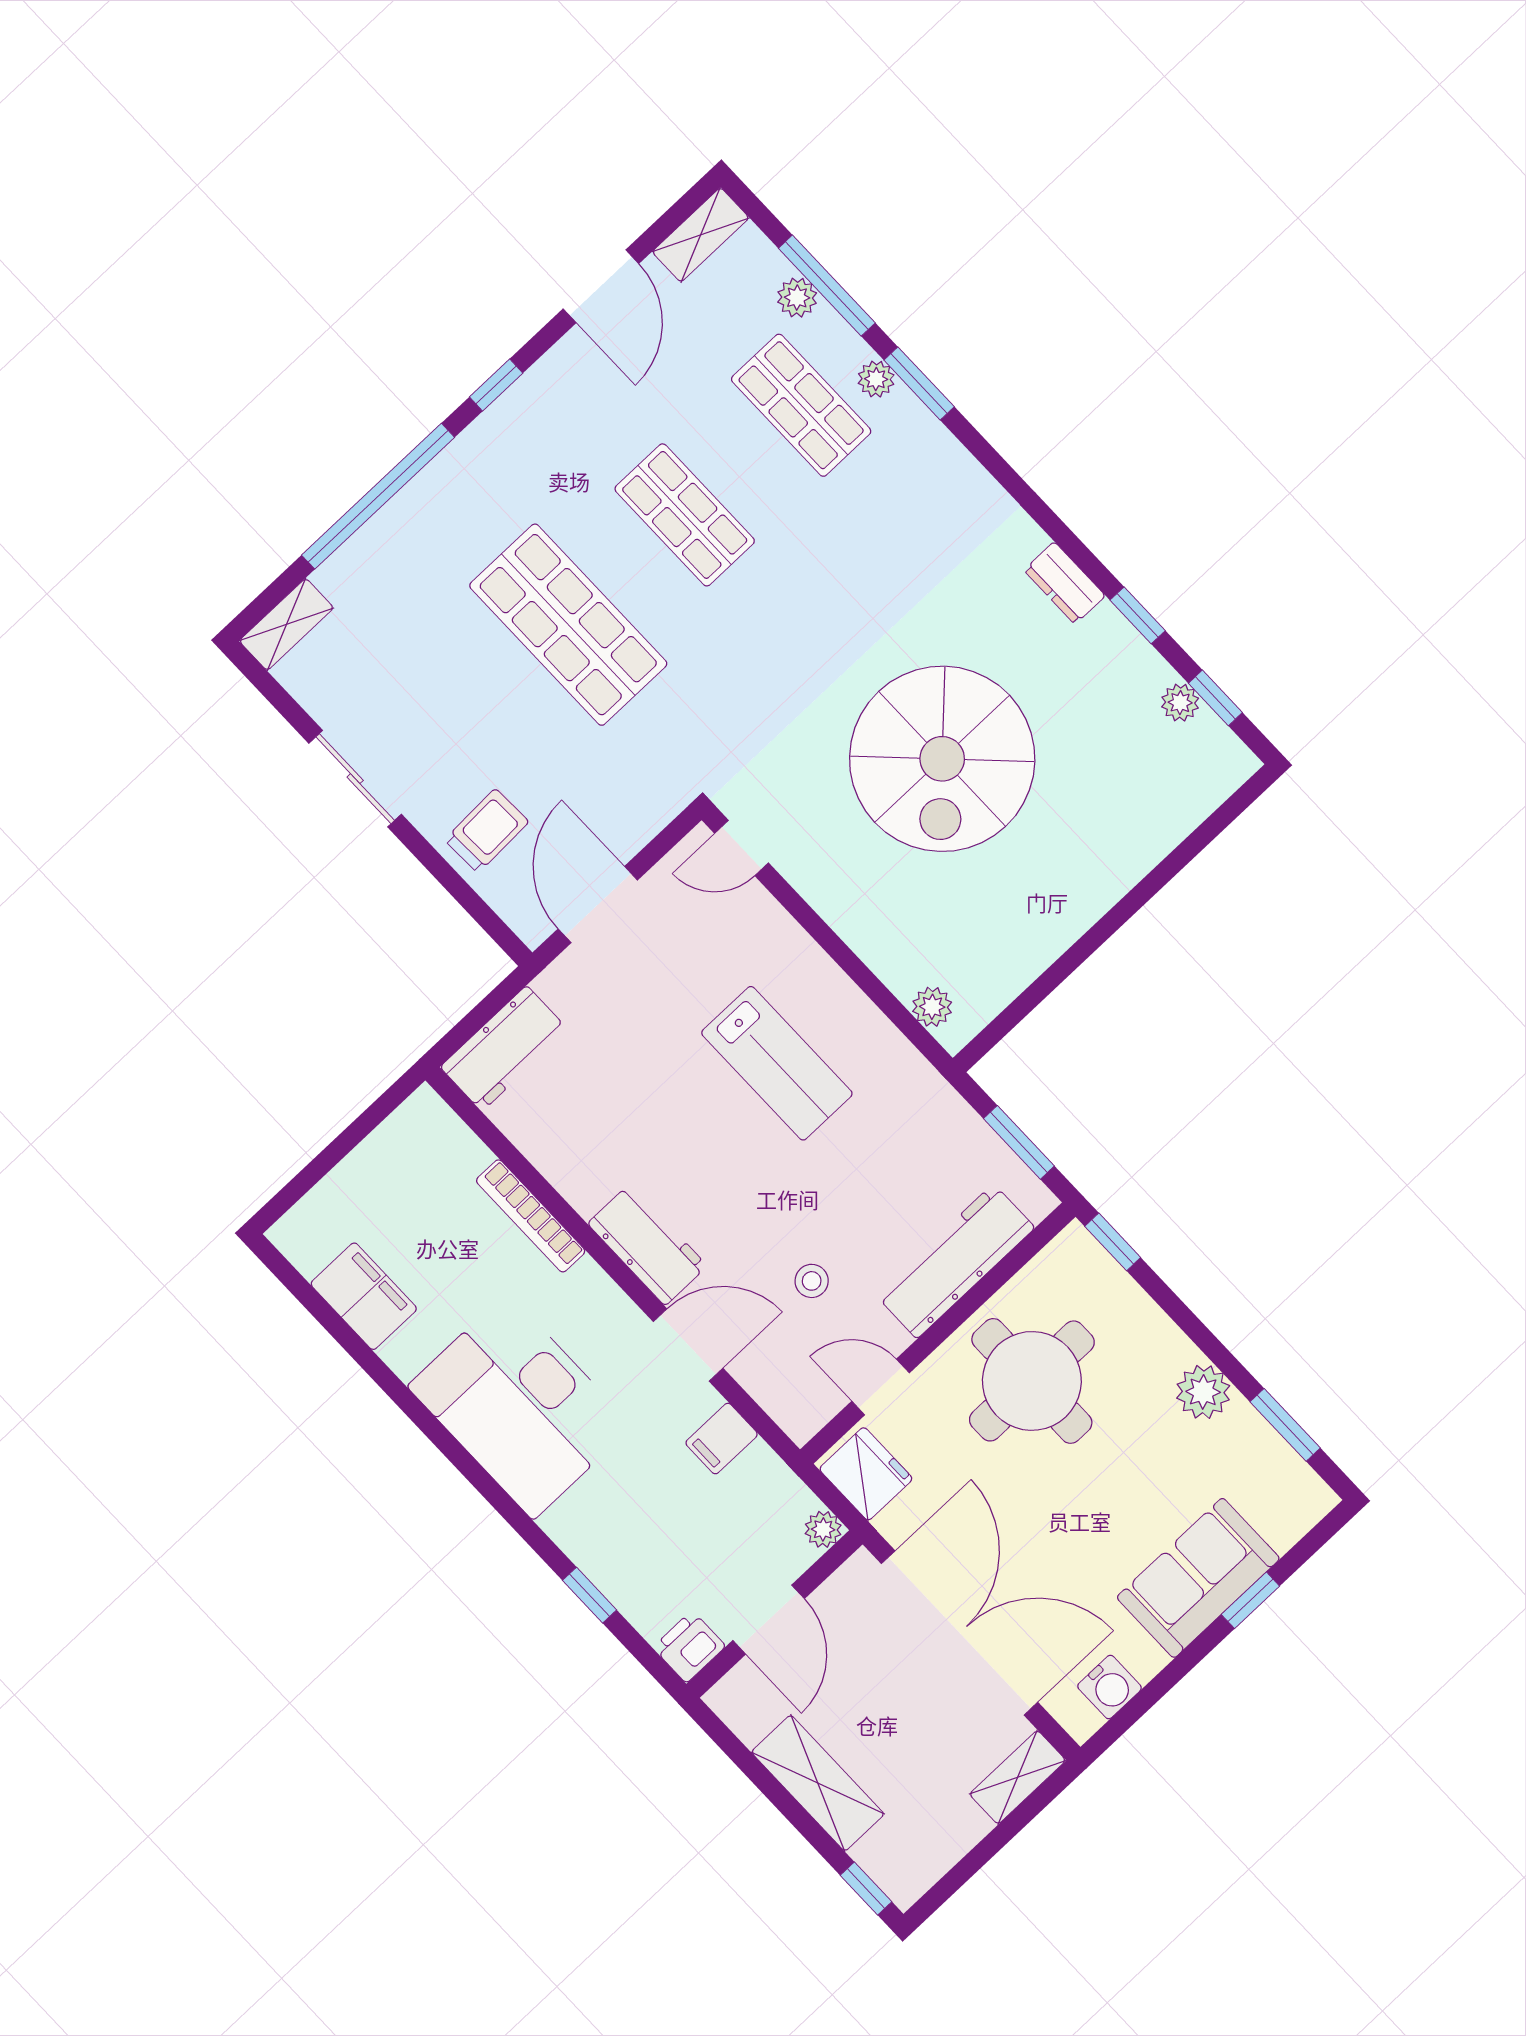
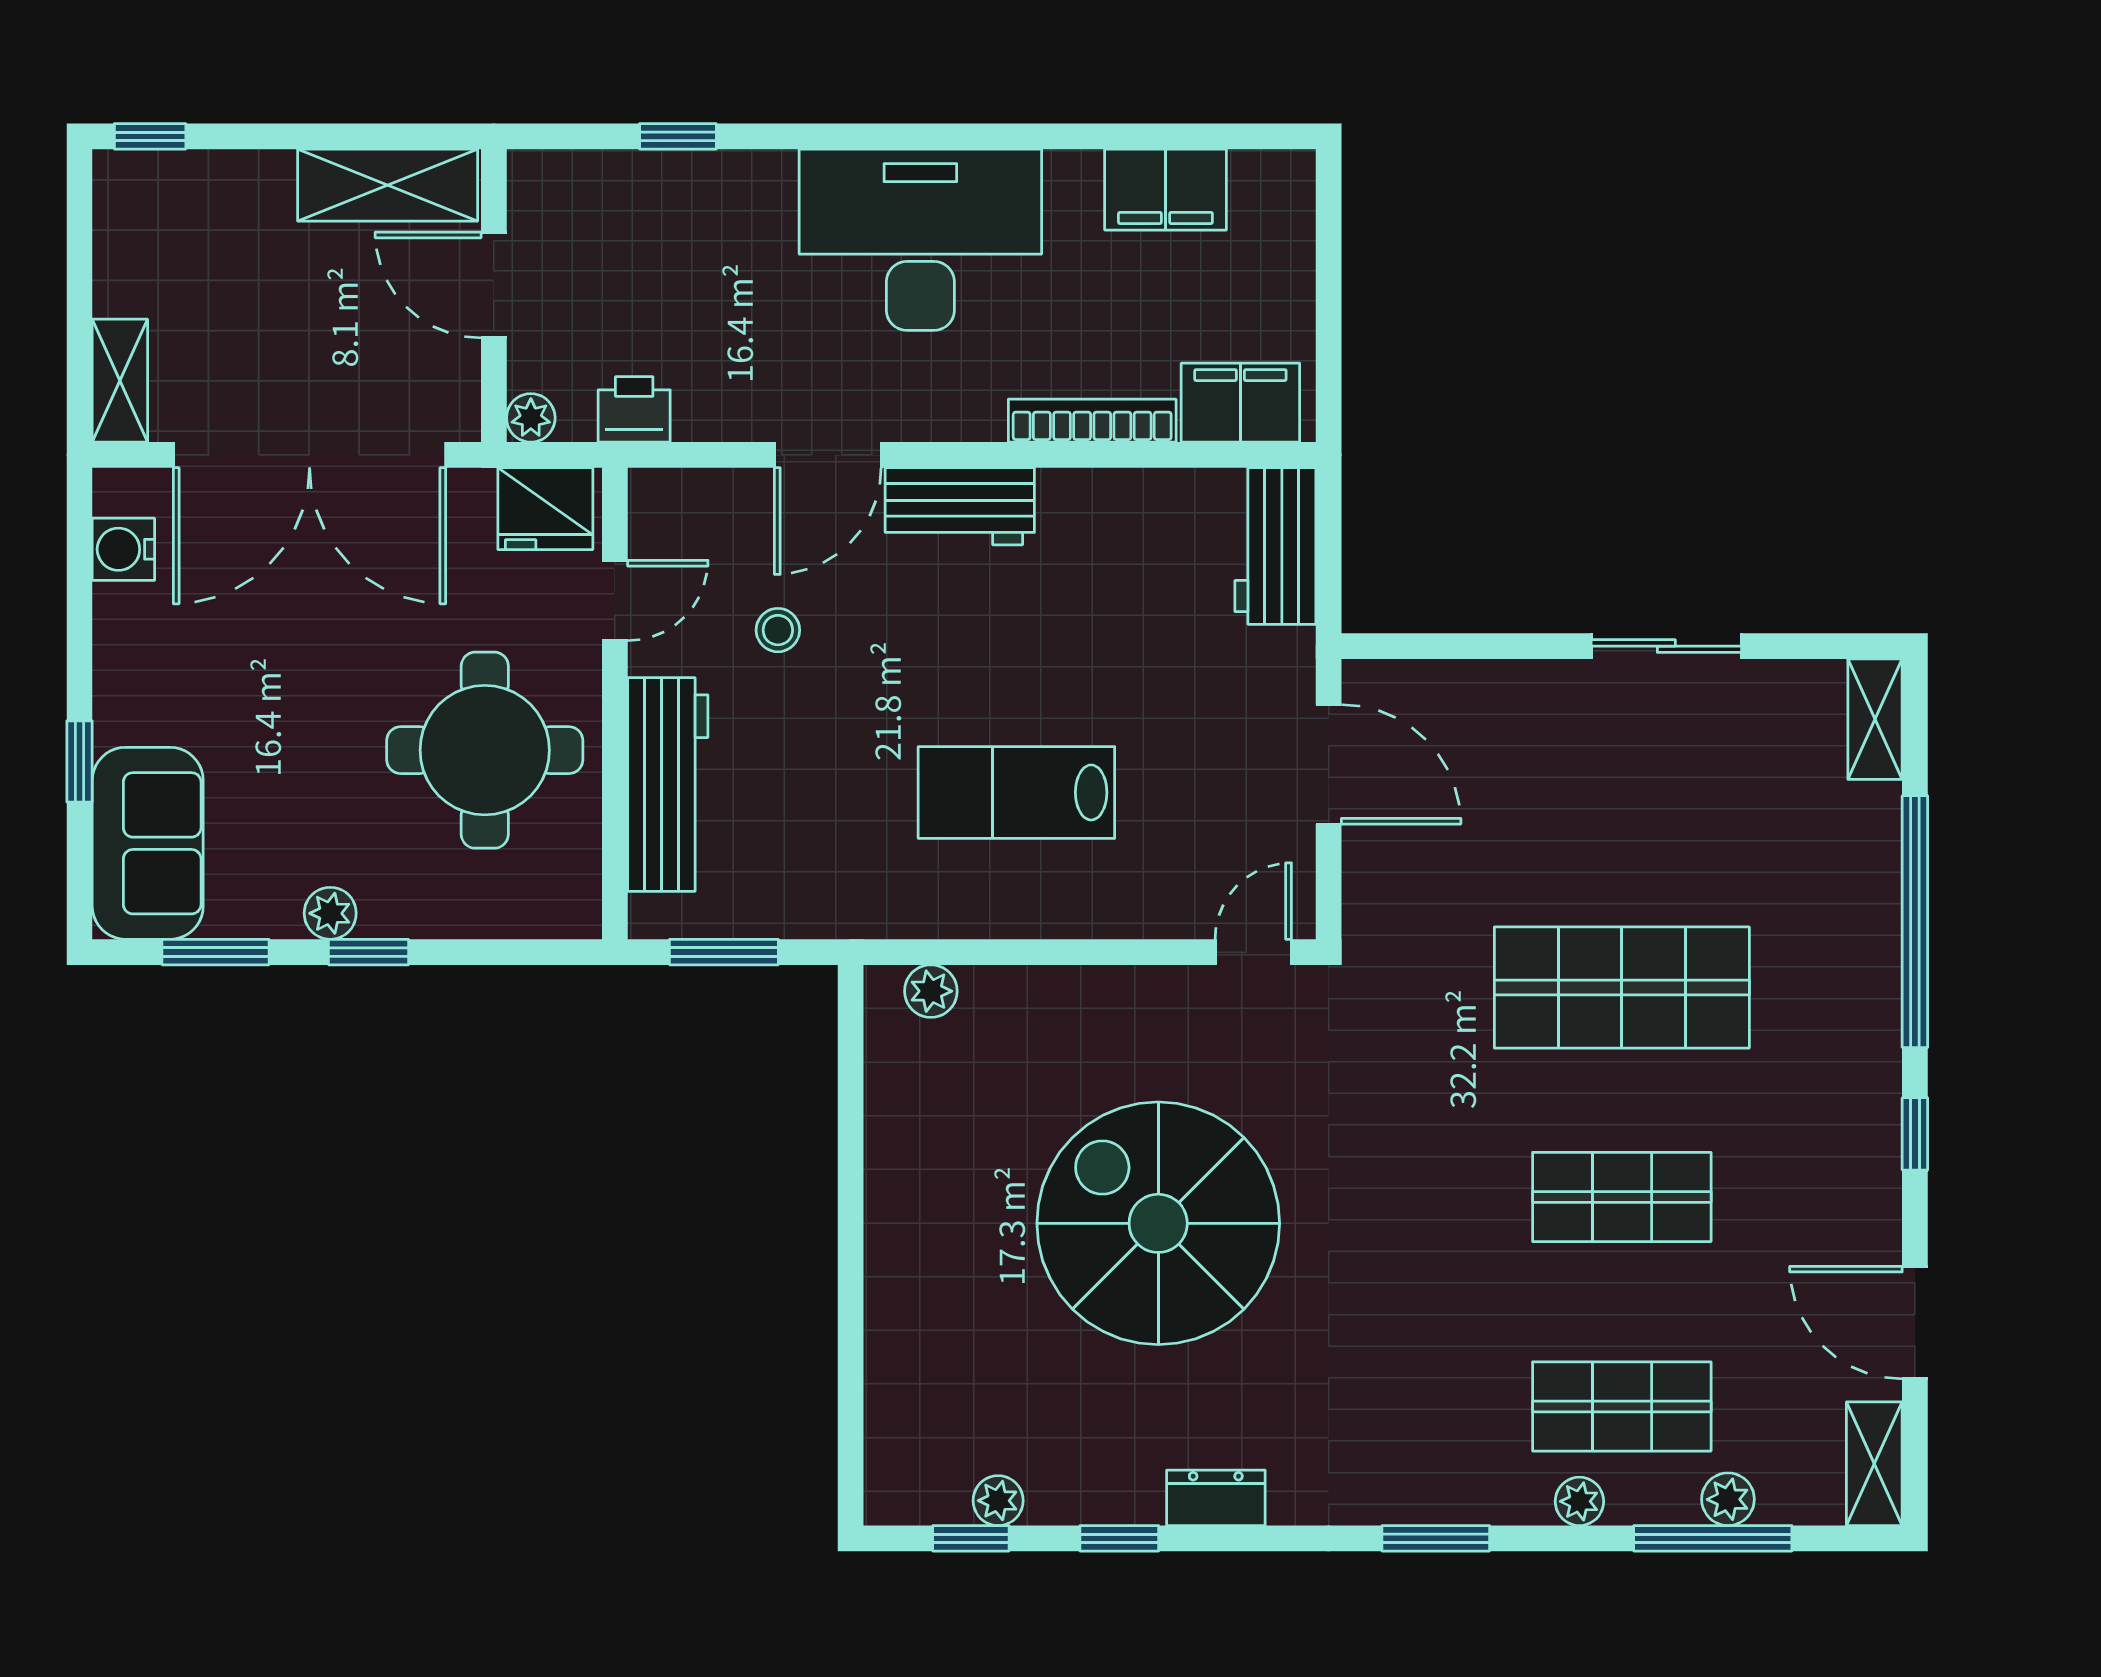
window: (919, 383) -> (1436, 1538), moved
trolley: (487, 831) -> (1499, 725), removed
window: (1113, 1242) -> (368, 952), moved
plant: (1203, 1392) -> (330, 913), width x0.73, depth x0.73
filing cabinet: (722, 1439) -> (1240, 403), moved, width x2.00
sofa: (1198, 1578) -> (148, 843), moved
printer: (689, 1647) -> (634, 409), moved, turned -90
shelving: (818, 1783) -> (388, 185), moved

